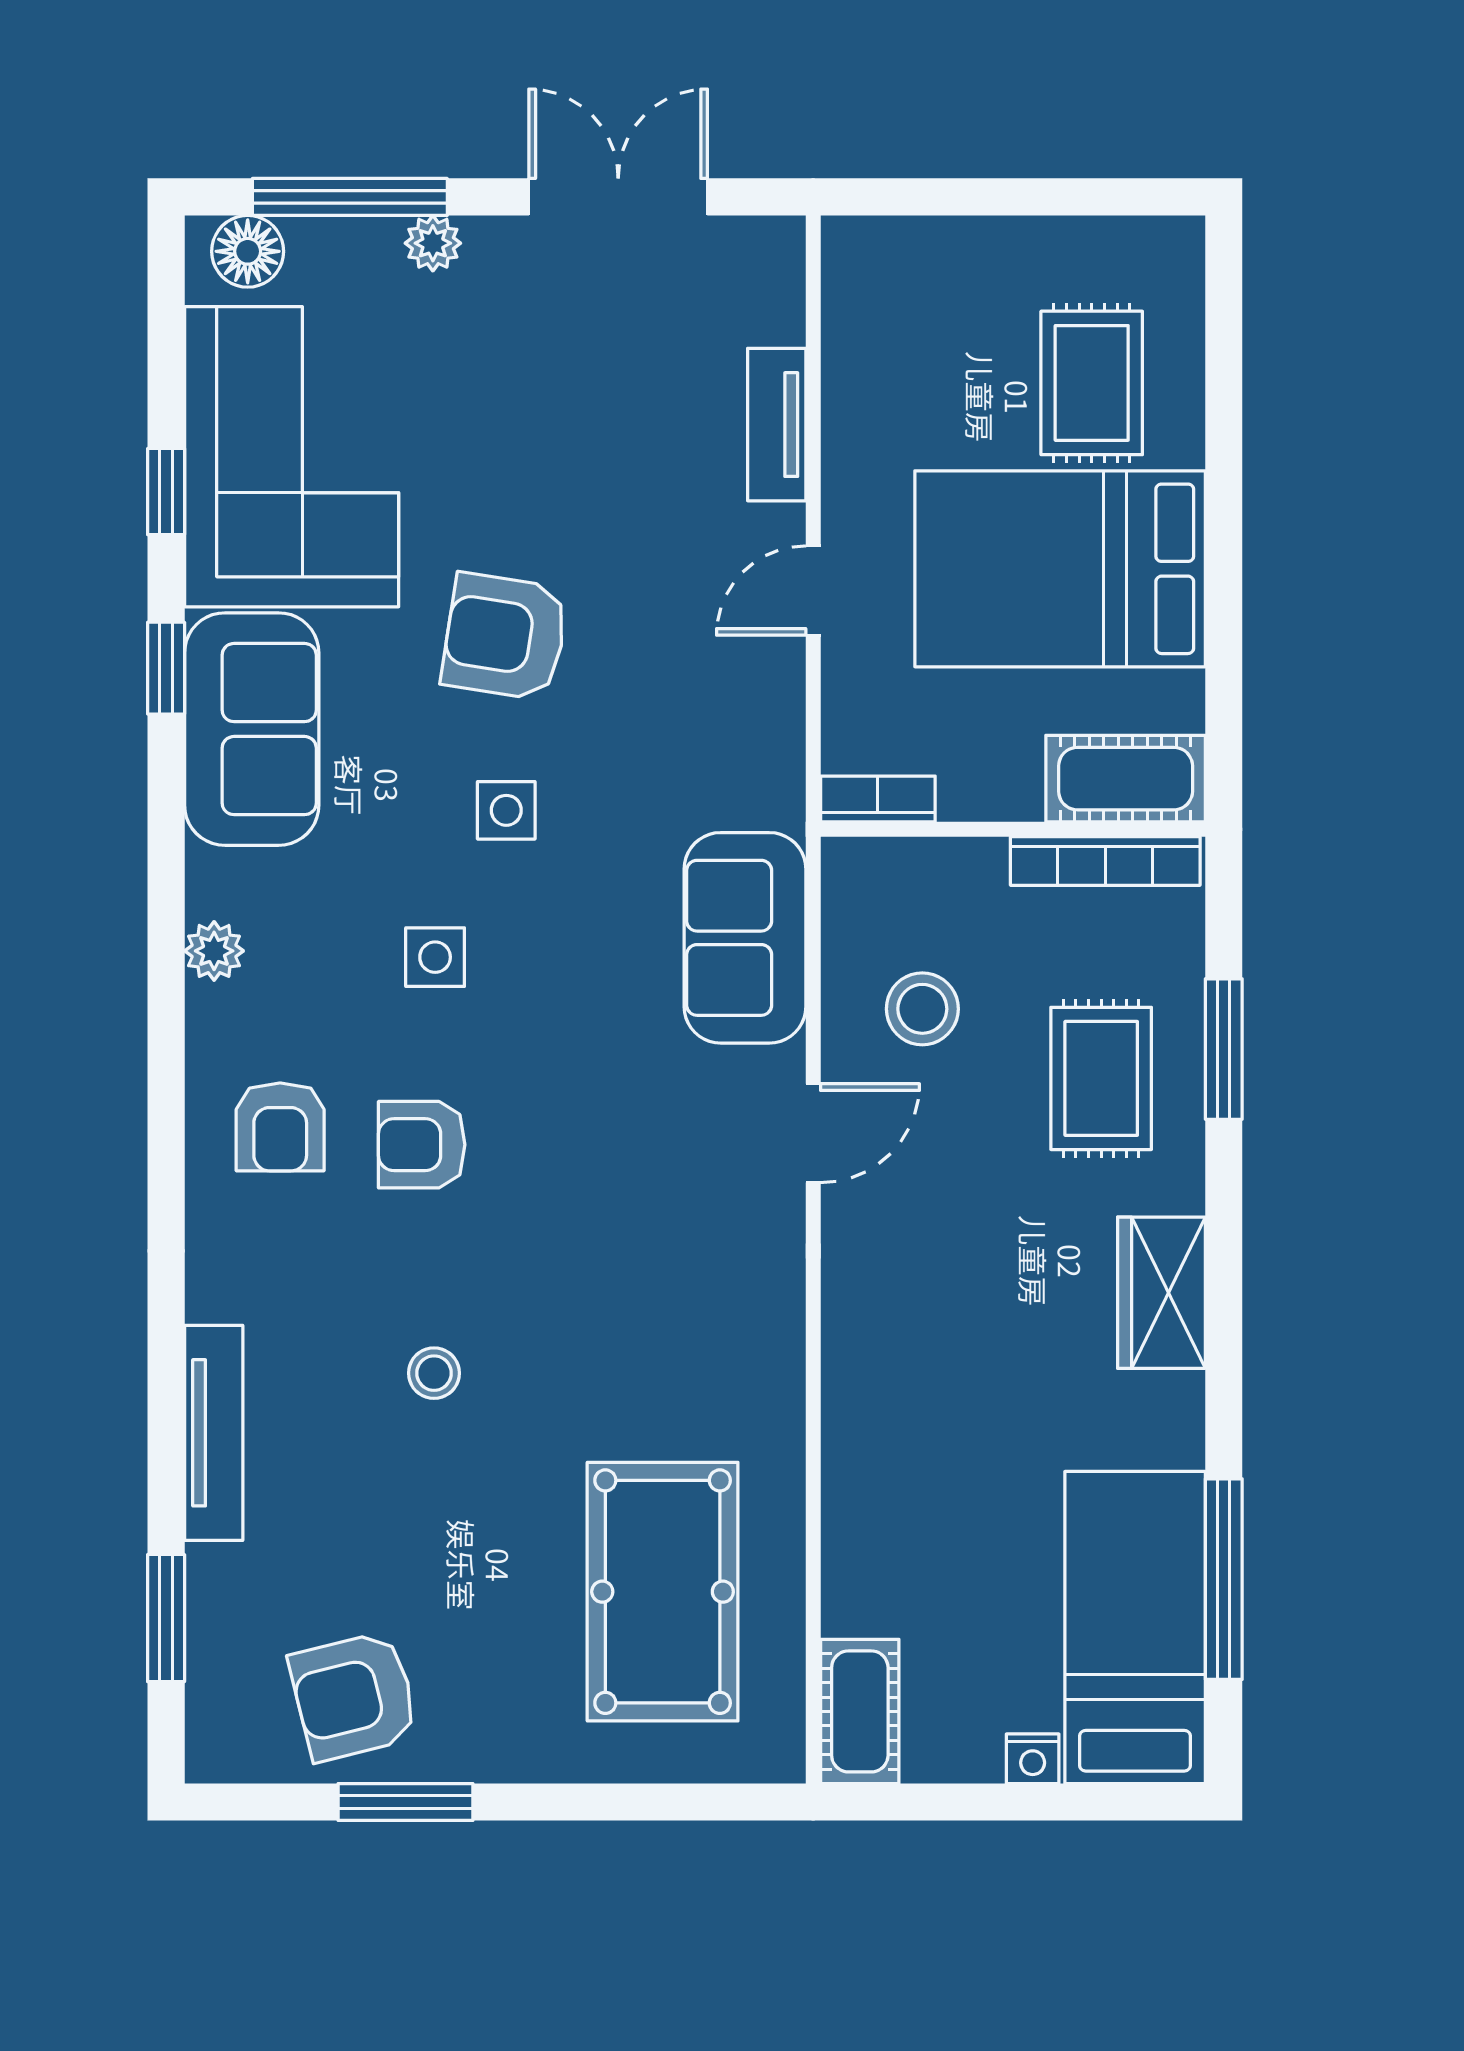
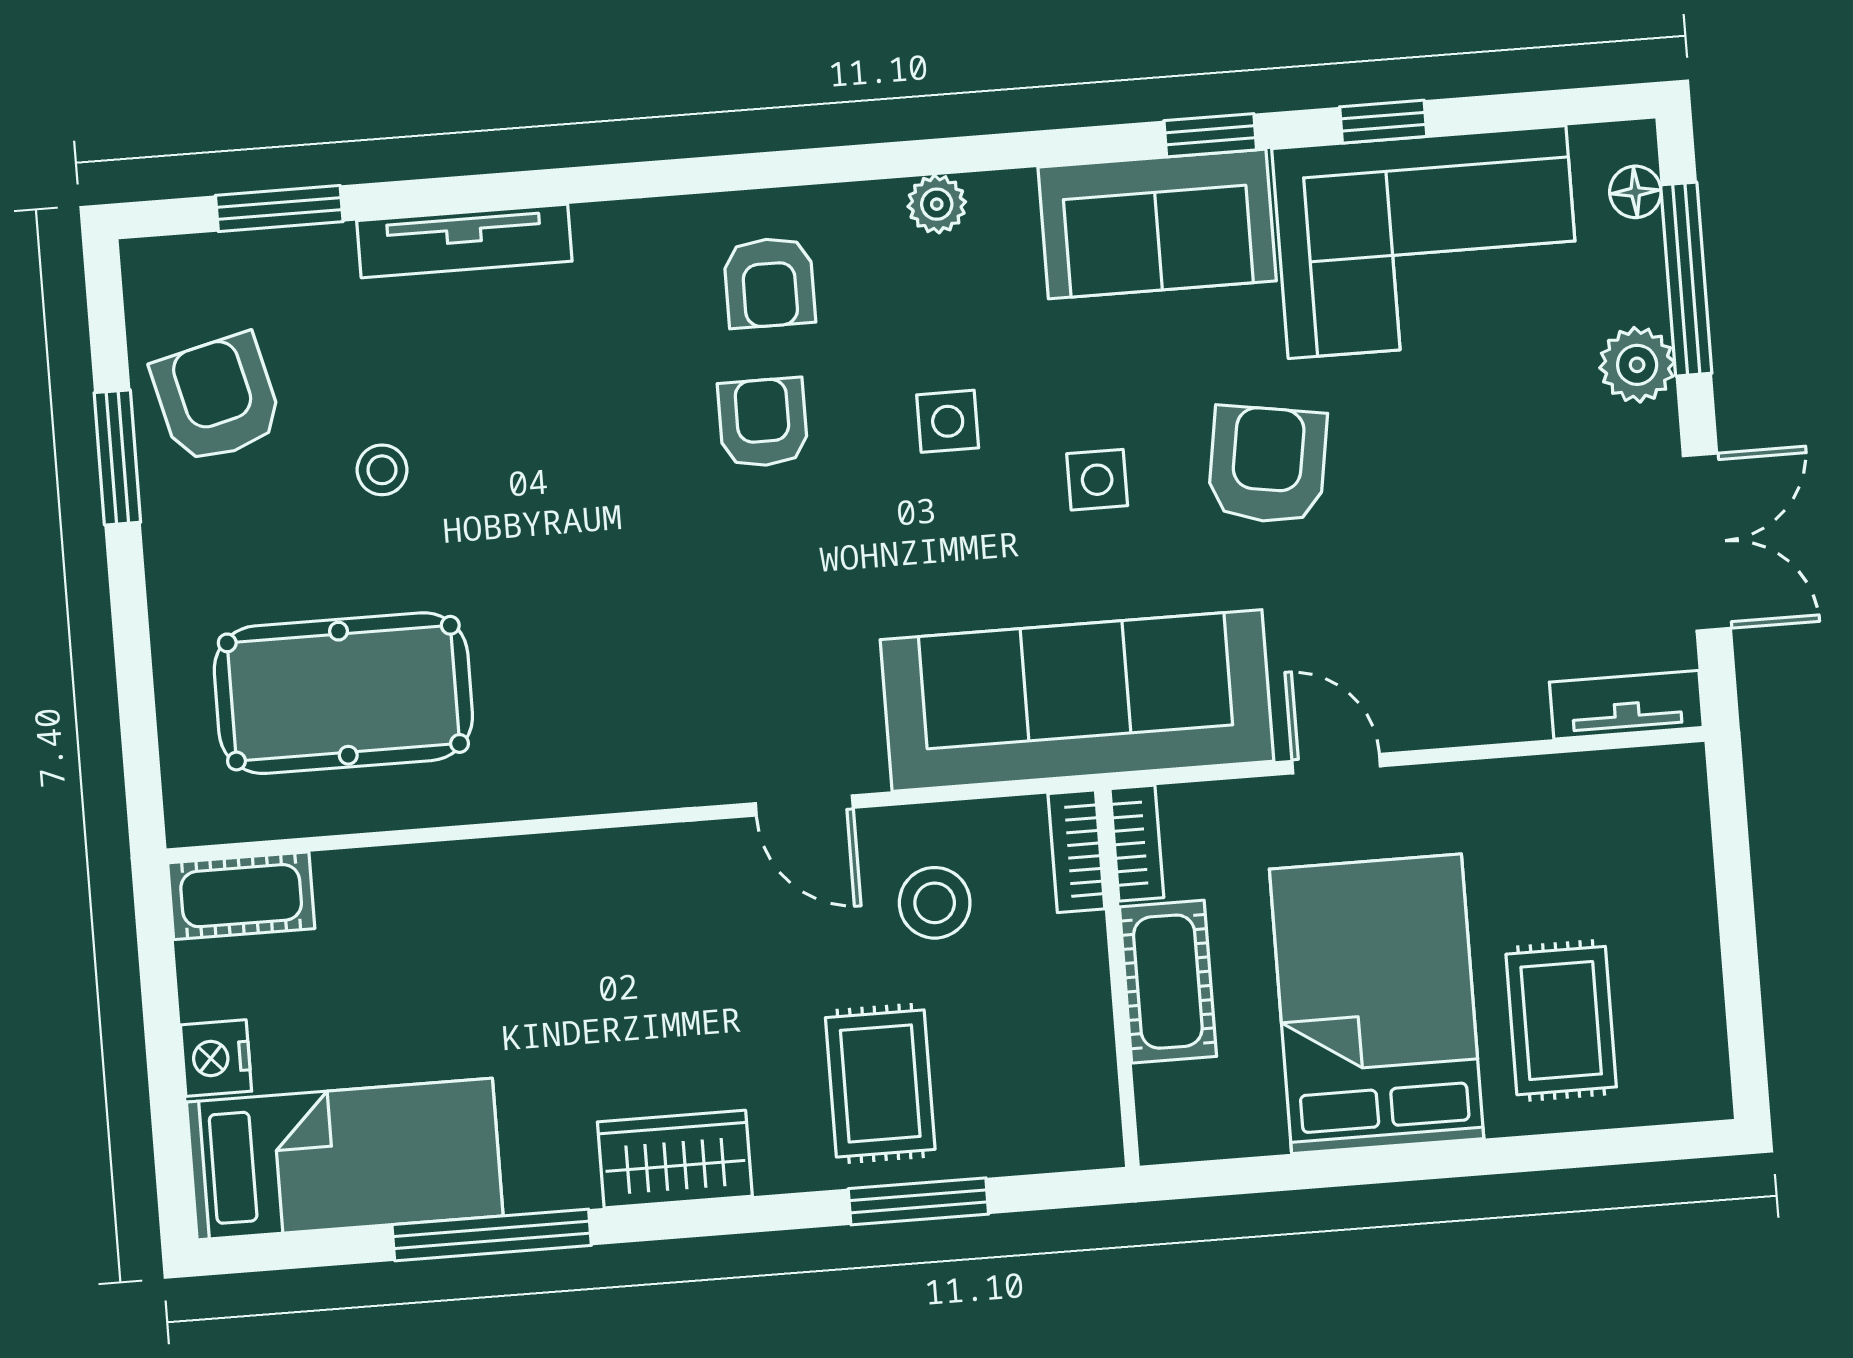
plant: (433, 243) -> (1637, 365), width x1.38, depth x1.38
floor lamp: (248, 251) -> (1635, 192), width x0.73, depth x0.73
rug: (1092, 383) -> (1561, 1021), turned 90
tv unit: (777, 425) -> (1626, 705), moved
cot: (1126, 779) -> (1168, 982), moved
bookcase: (1105, 861) -> (1076, 851), moved, width x0.64
sofa: (745, 938) -> (1077, 700), width x1.85, depth x1.27
rug: (1101, 1078) -> (880, 1083), turned 90
armchair: (280, 1127) -> (769, 283), turned -90
stool: (434, 1373) -> (382, 470), moved
window: (1224, 1579) -> (492, 1235), moved
nightstand: (1033, 1759) -> (216, 1058), width x1.39, depth x1.35

